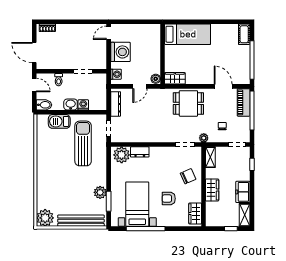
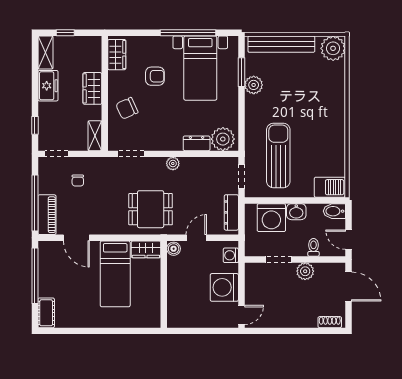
bed: (188, 34) -> (115, 274), moved, turned -90
plant: (64, 63) -> (305, 271), added
dining table: (188, 103) -> (151, 209), moved
washing machine: (83, 105) -> (271, 218), width x1.89, depth x1.89
barbecue: (59, 121) -> (330, 187), moved
plant: (204, 138) -> (173, 164), moved
sun lounger: (83, 143) -> (278, 155), turned 180

